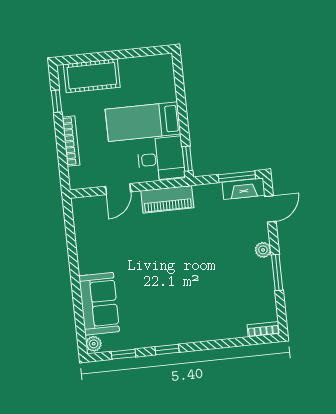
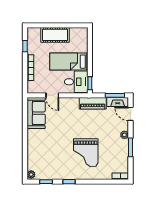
cot: (92, 76) -> (55, 35), moved
door: (118, 189) -> (52, 95), hinge flipped
piano: (167, 199) -> (93, 103), moved
door: (270, 209) -> (131, 114), swing flipped
grand piano: (193, 292) -> (86, 153), added
sofa: (99, 304) -> (36, 113), moved

